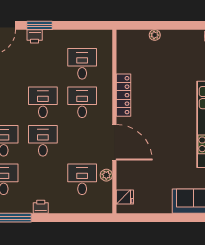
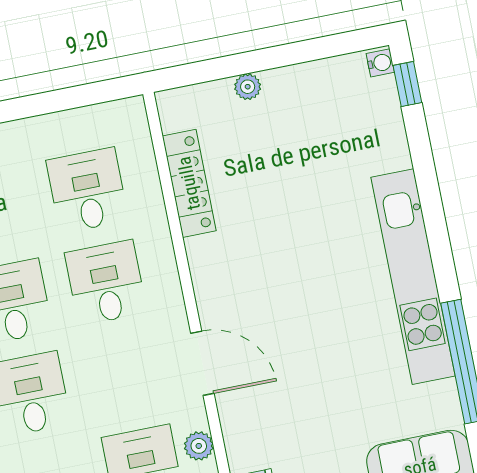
locker: (124, 95) -> (189, 183), moved
door: (114, 142) -> (202, 363), width x0.73

